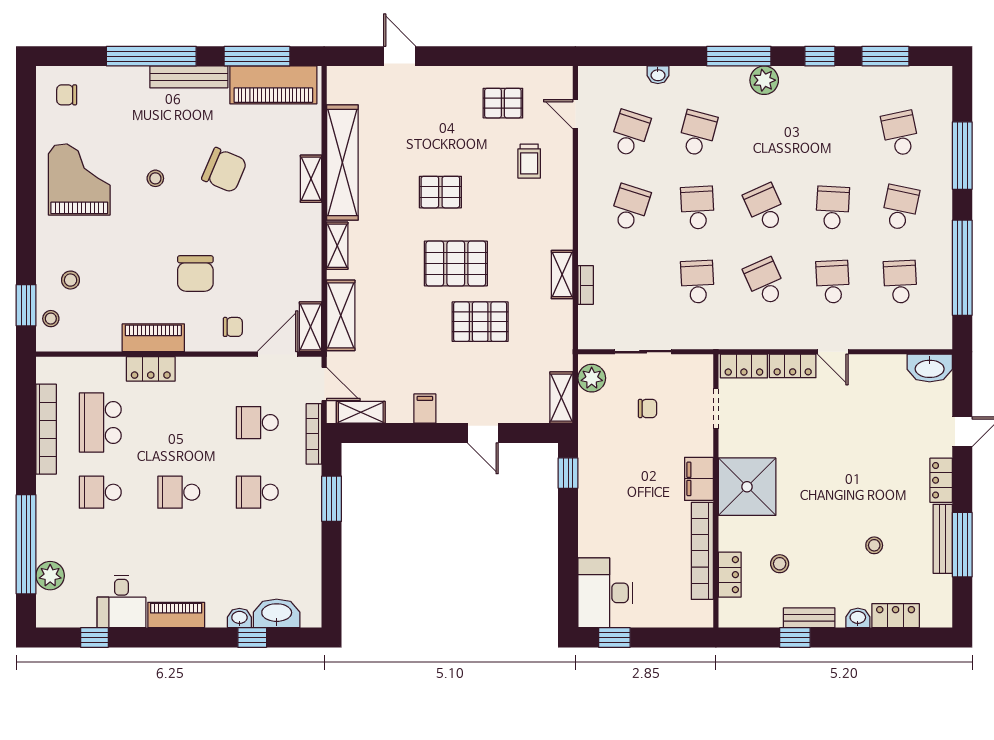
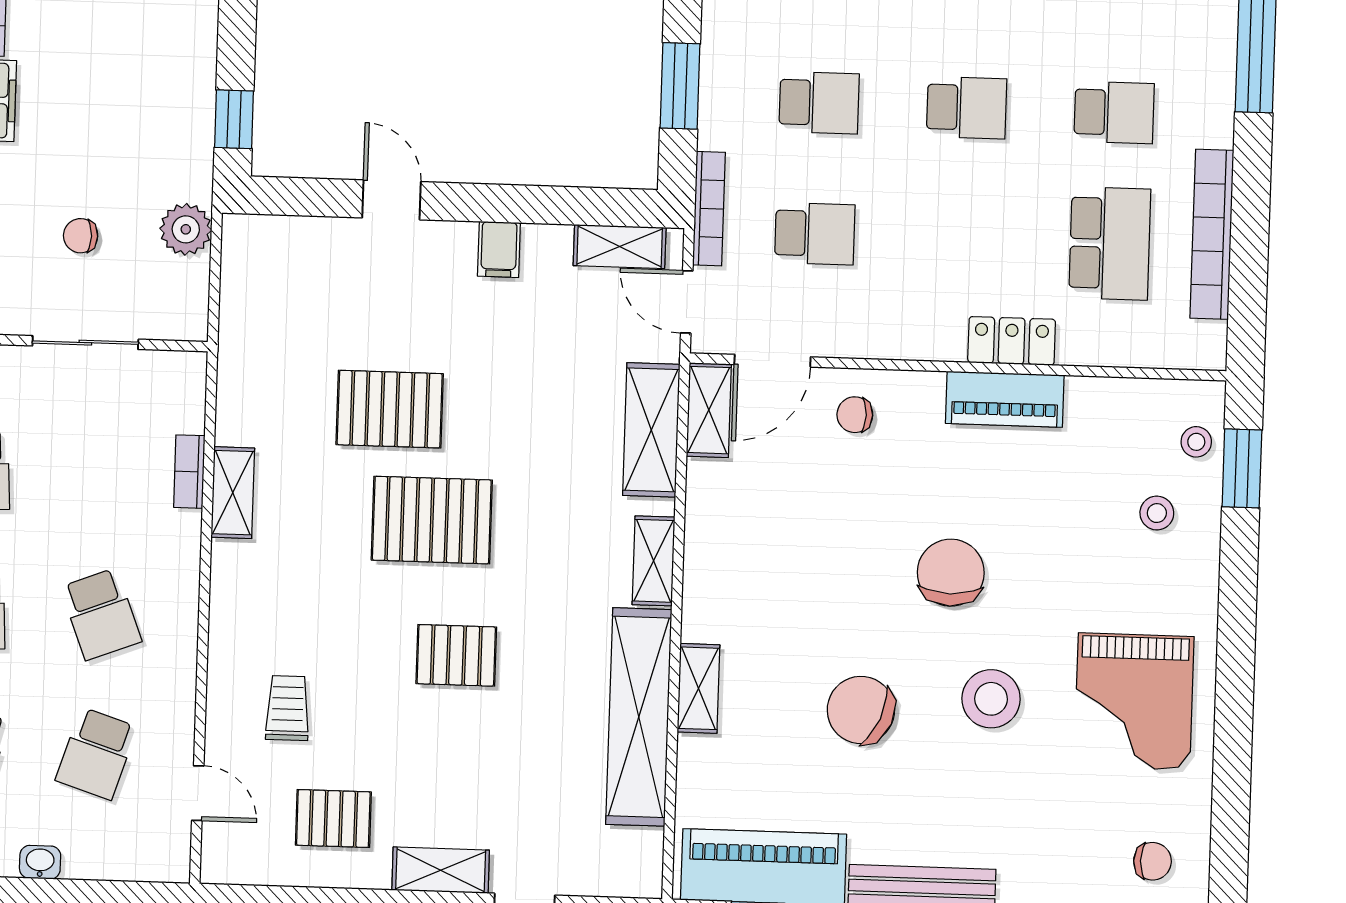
stool: (155, 178) -> (991, 699), width x1.89, depth x1.89
school desk: (630, 208) -> (101, 614), turned -39
chair: (195, 274) -> (951, 573), moved
plant: (592, 378) -> (186, 229), moved
shelving: (561, 398) -> (441, 870), moved, turned 90

